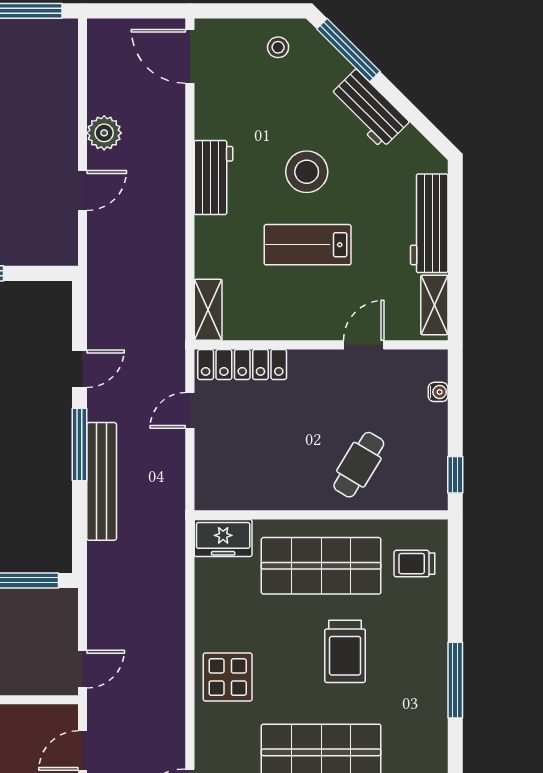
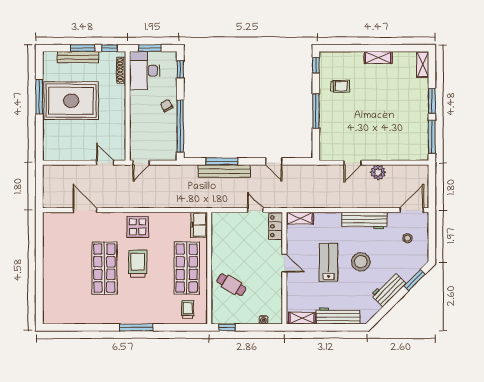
stool: (278, 47) -> (407, 238), moved
window: (348, 50) -> (414, 280), width x0.69
workbench: (214, 178) -> (364, 221), width x1.38
door: (82, 191) -> (352, 163), hinge flipped
door: (364, 345) -> (284, 263), moved
locker: (242, 364) -> (276, 226), width x0.66
window: (79, 445) -> (222, 161), moved
trolley: (345, 651) -> (138, 264), moved, turned 90
door: (82, 669) -> (141, 163), hinge flipped

